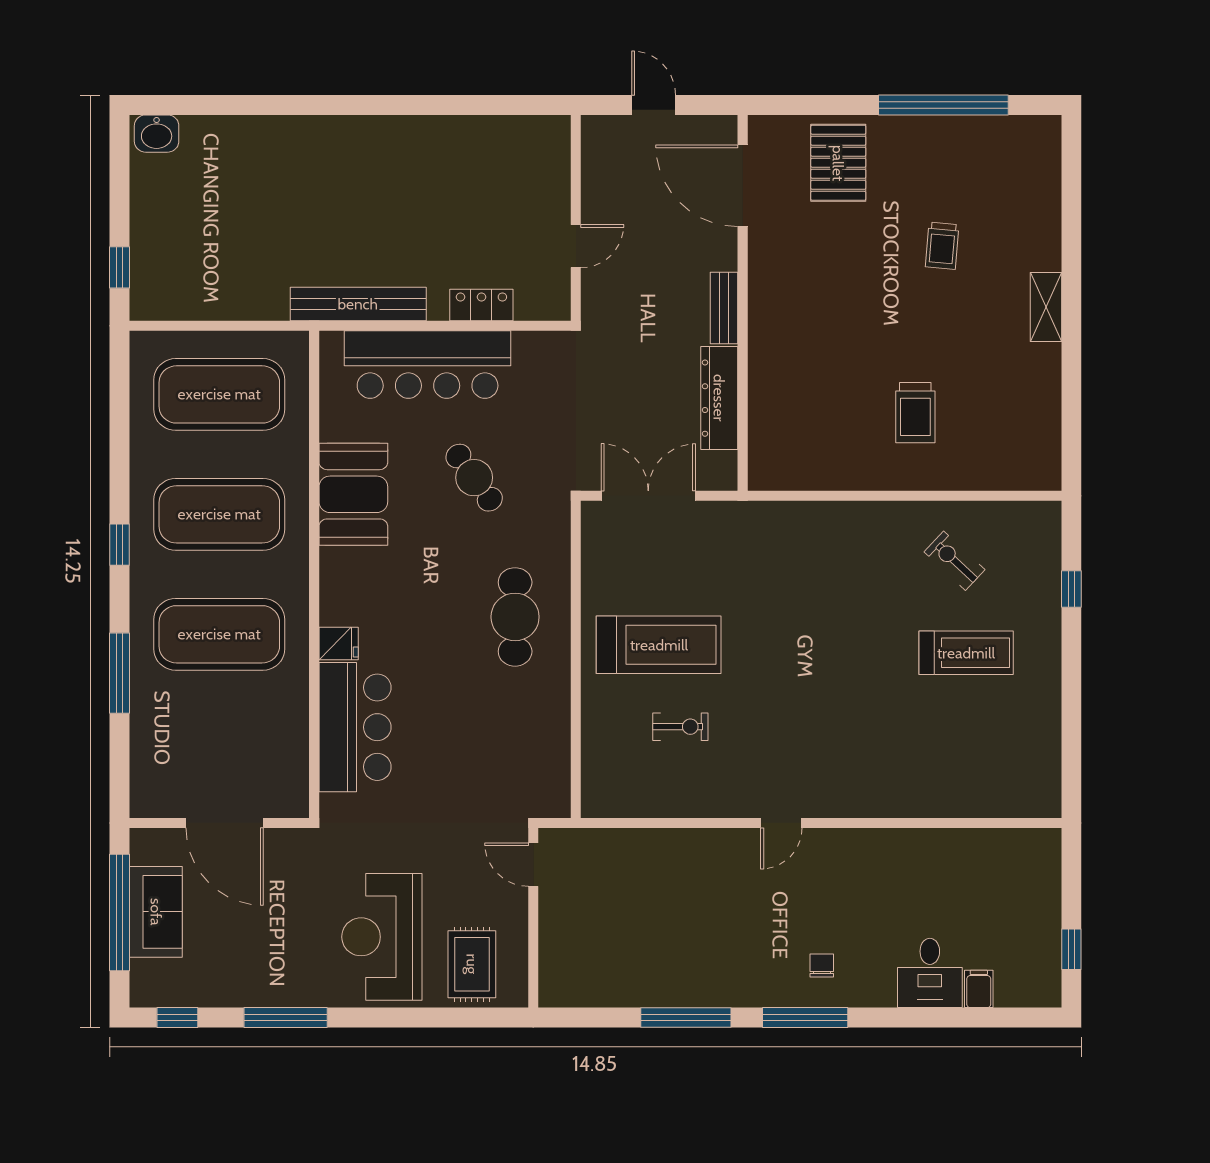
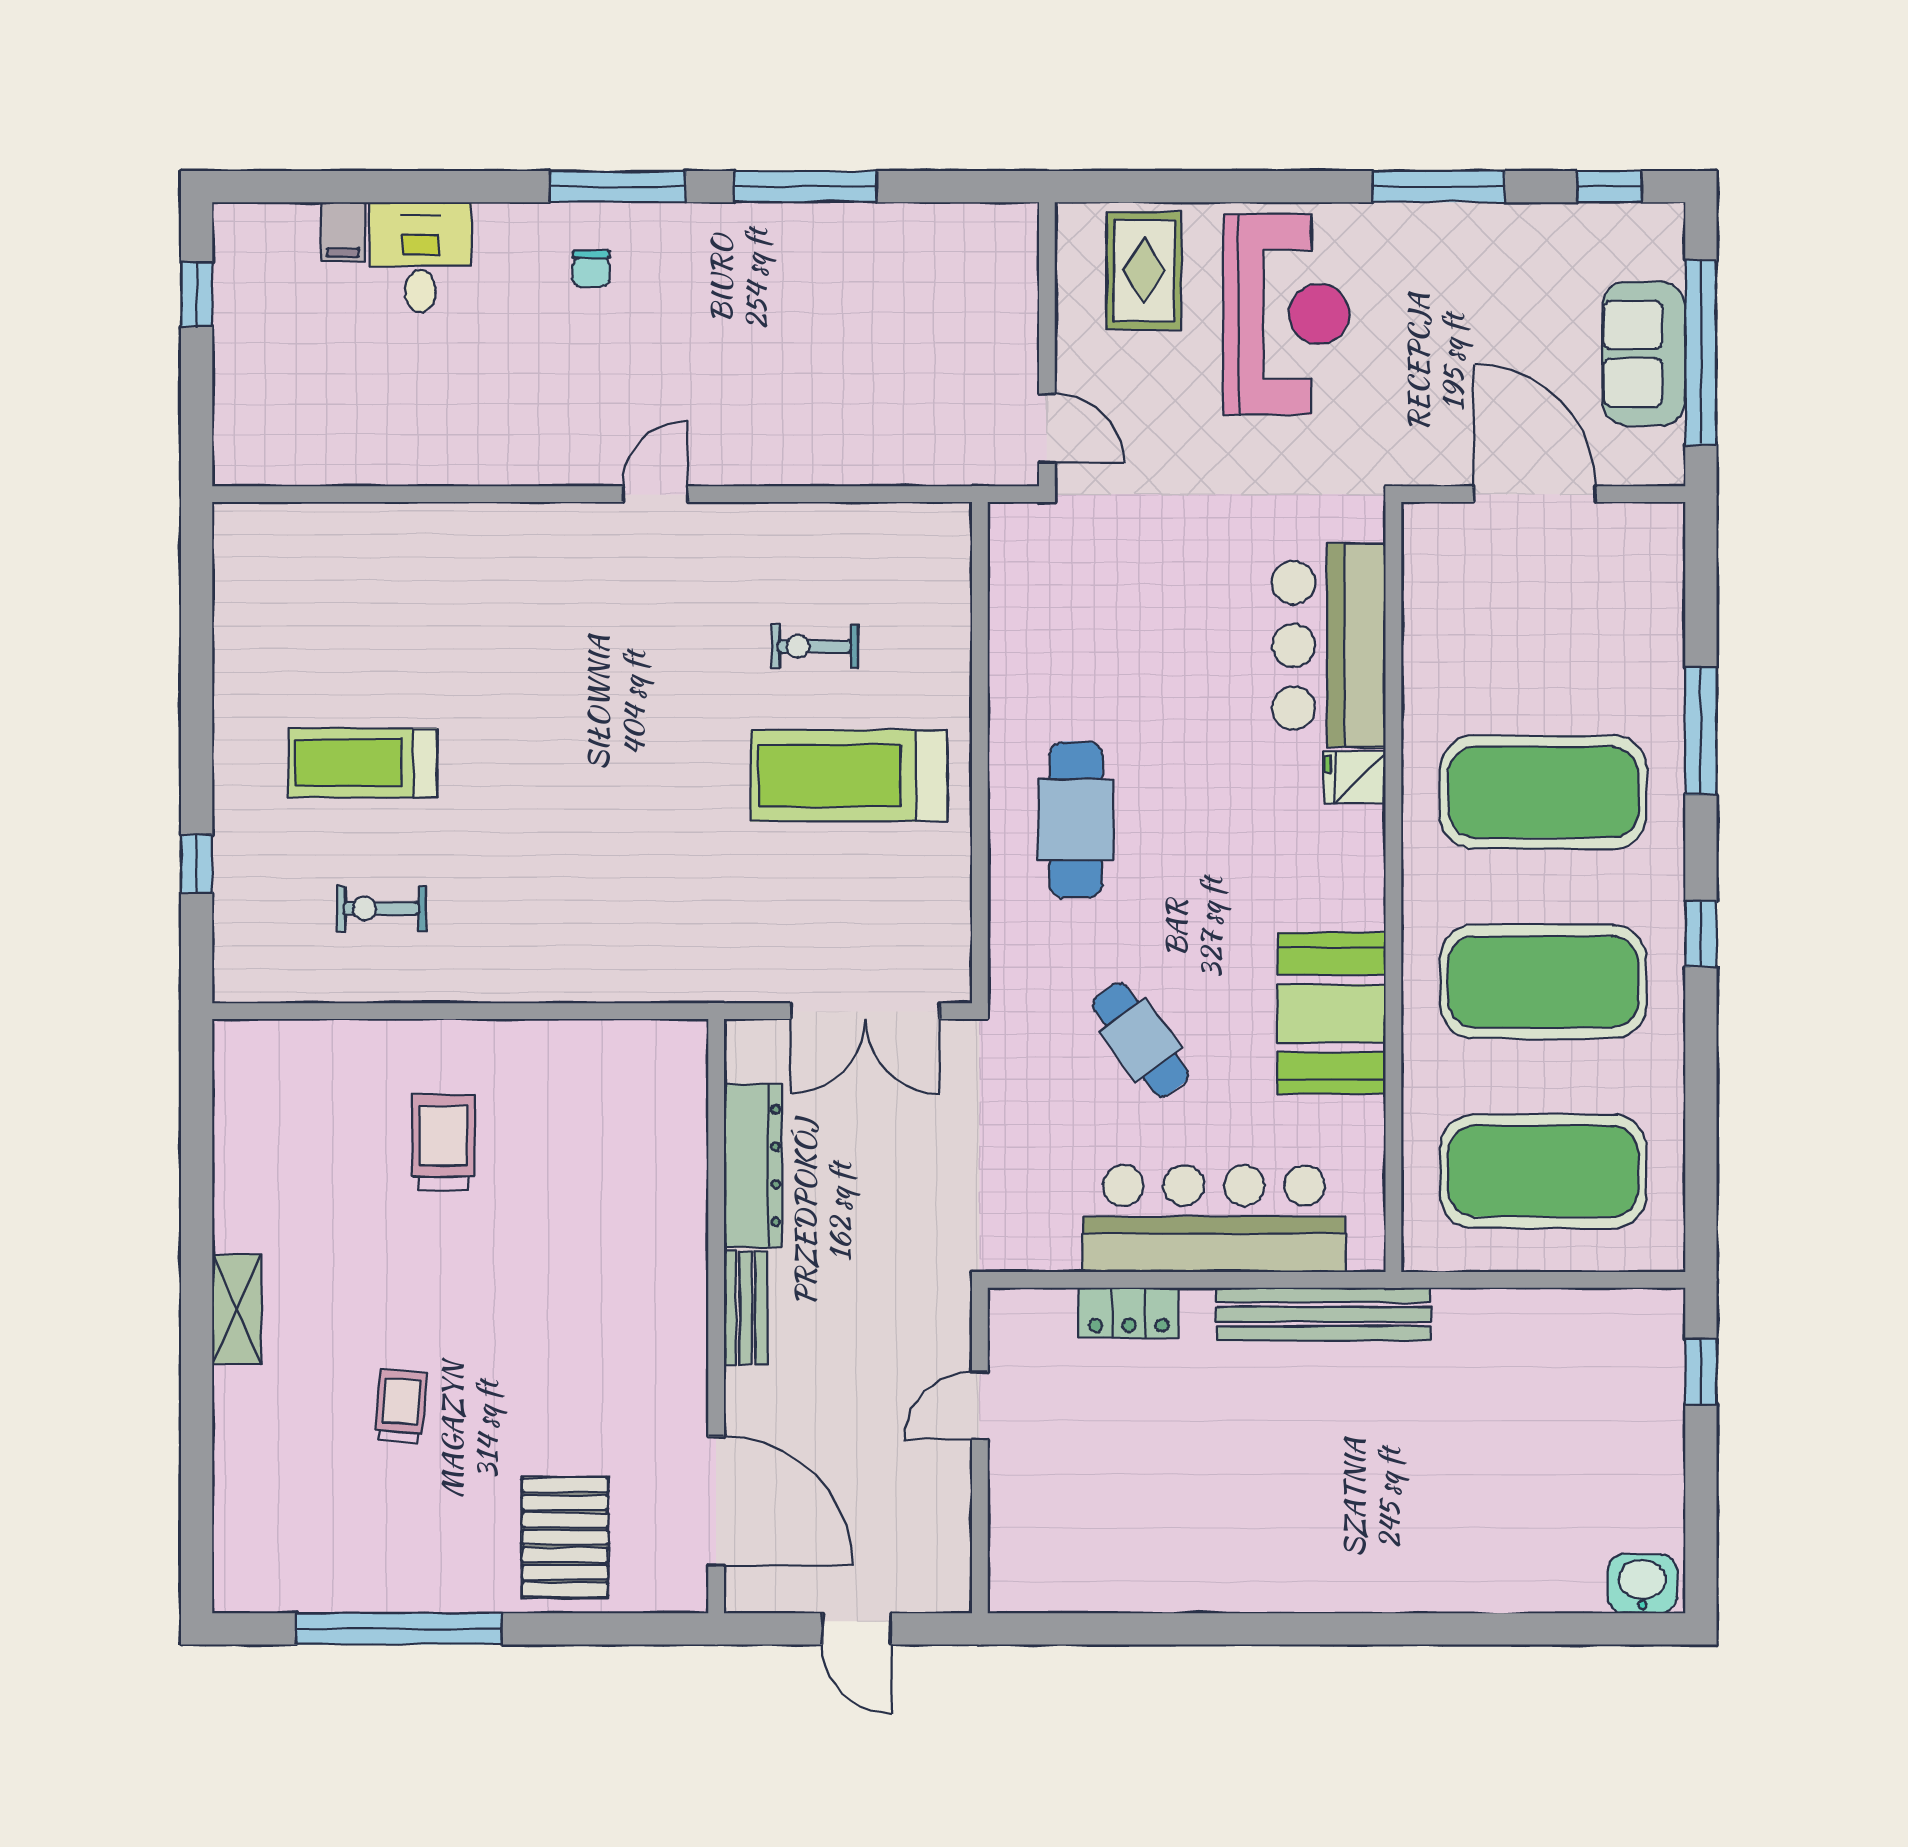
exercise bike: (955, 561) -> (381, 909), turned 137

